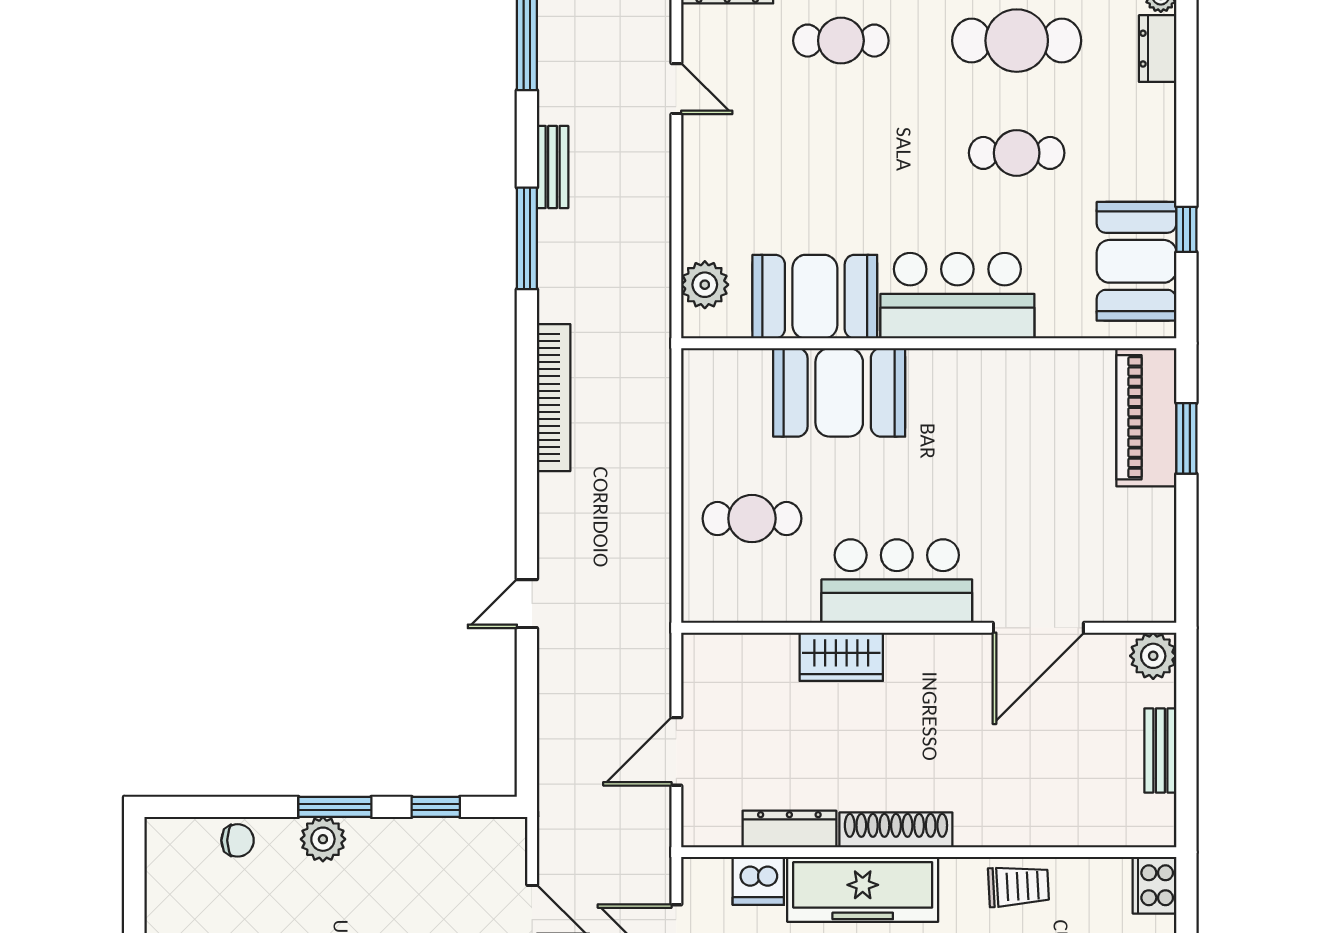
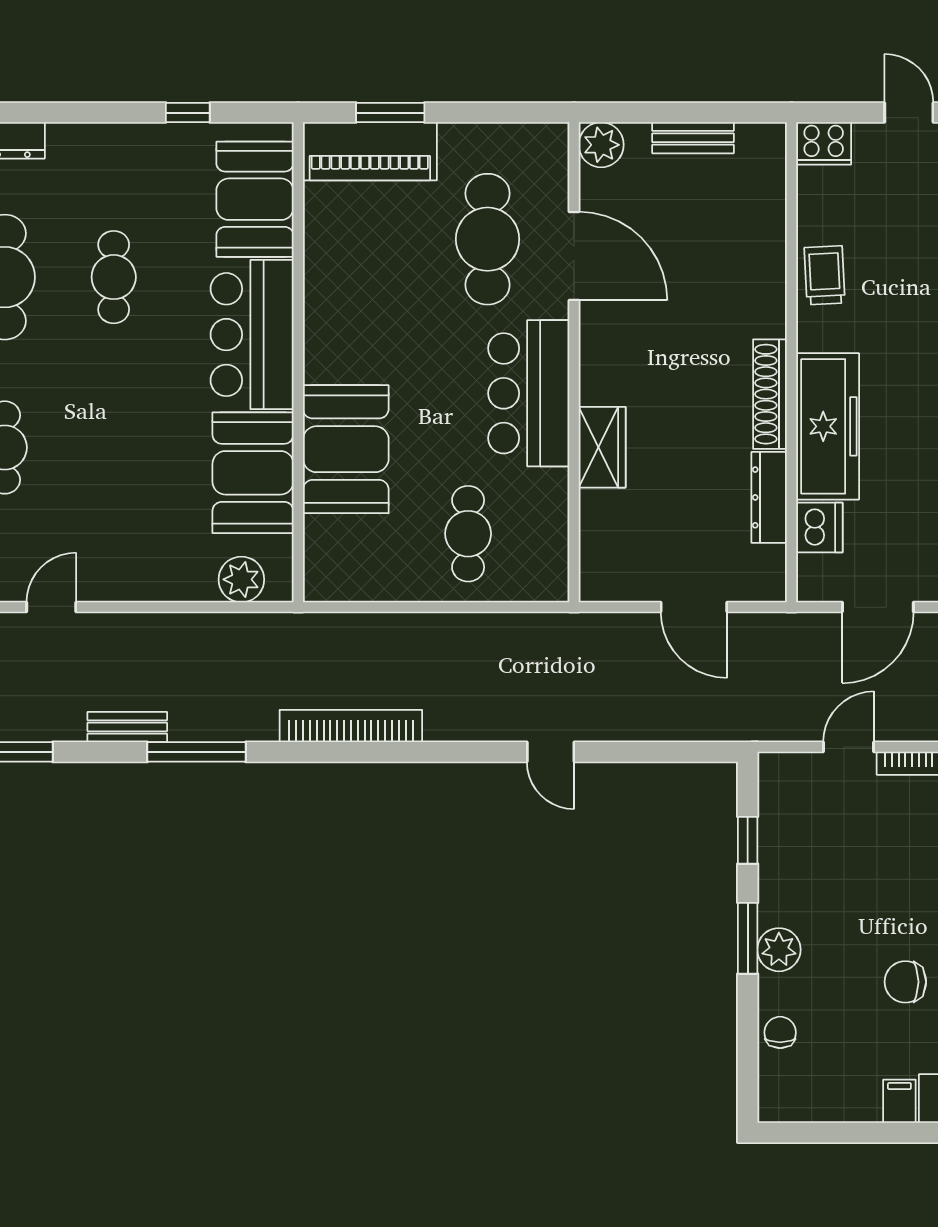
booth: (1137, 261) -> (255, 199), moved, turned 90
cafe table: (1056, 539) -> (488, 239), added

